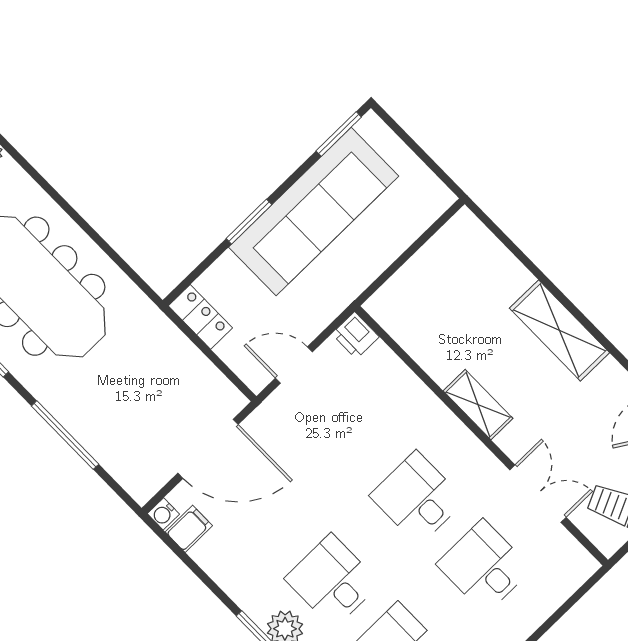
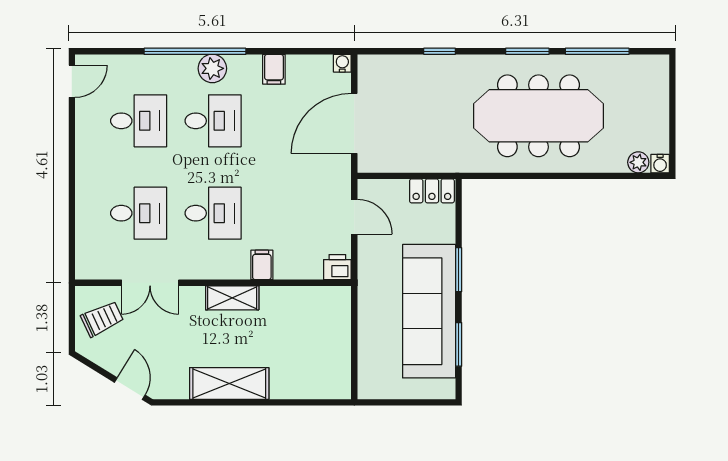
window: (339, 134) -> (459, 344), moved
door: (294, 365) -> (354, 217), hinge flipped
filing cabinet: (421, 407) -> (262, 265), added
window: (65, 435) -> (440, 51), width x0.46
filing cabinet: (189, 529) -> (274, 69), moved

